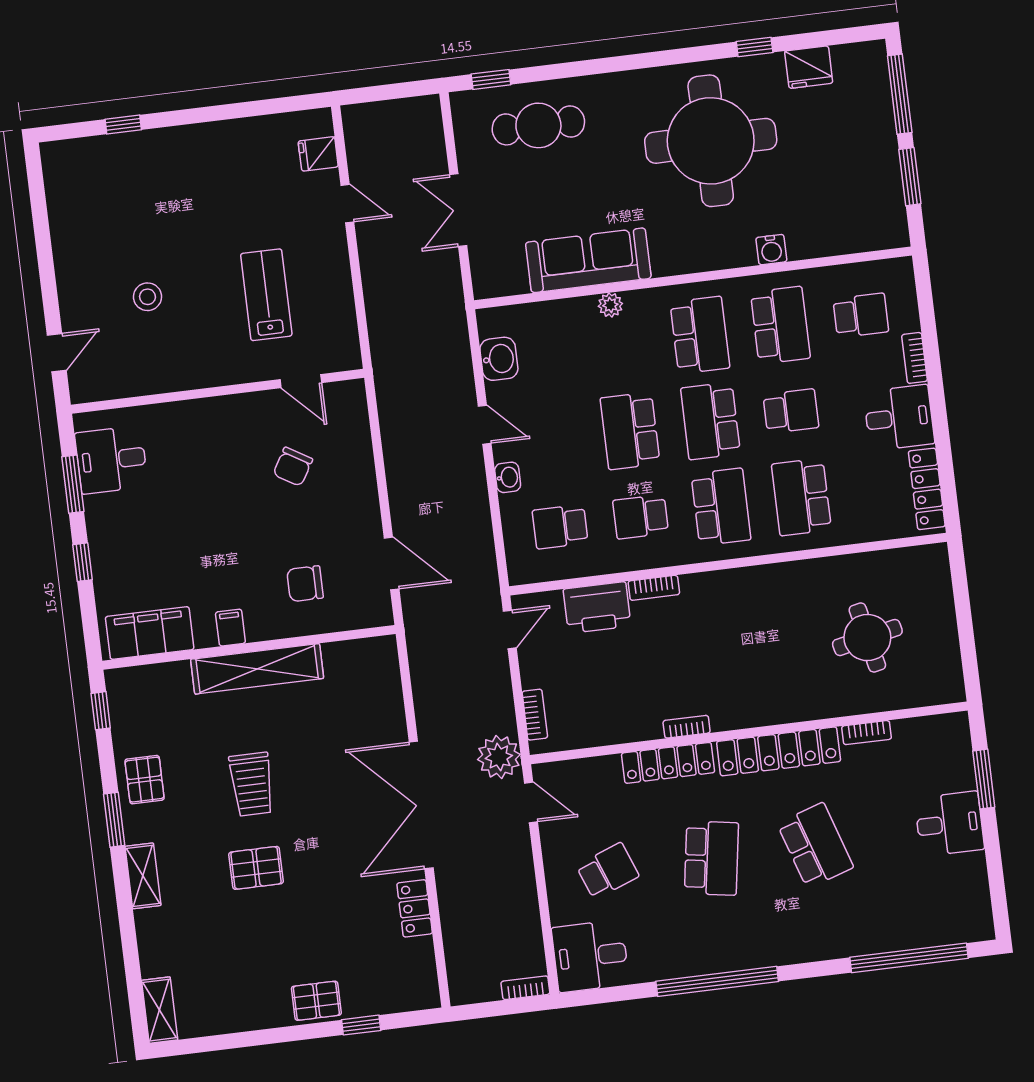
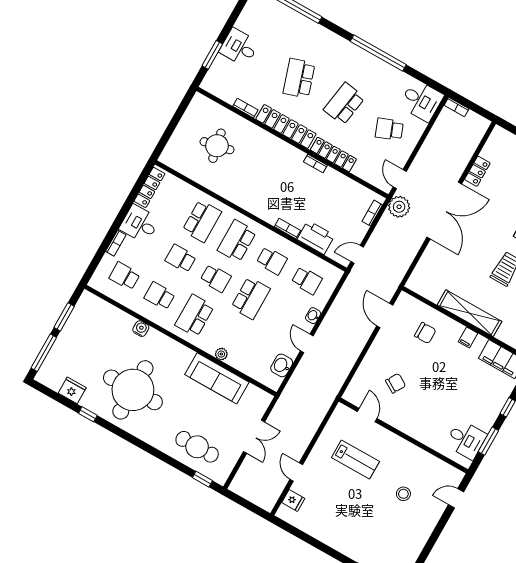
lab bench: (266, 295) -> (355, 460), turned -90
school desk: (780, 325) -> (160, 296), width x0.54
school desk: (710, 421) -> (216, 278), width x0.54

